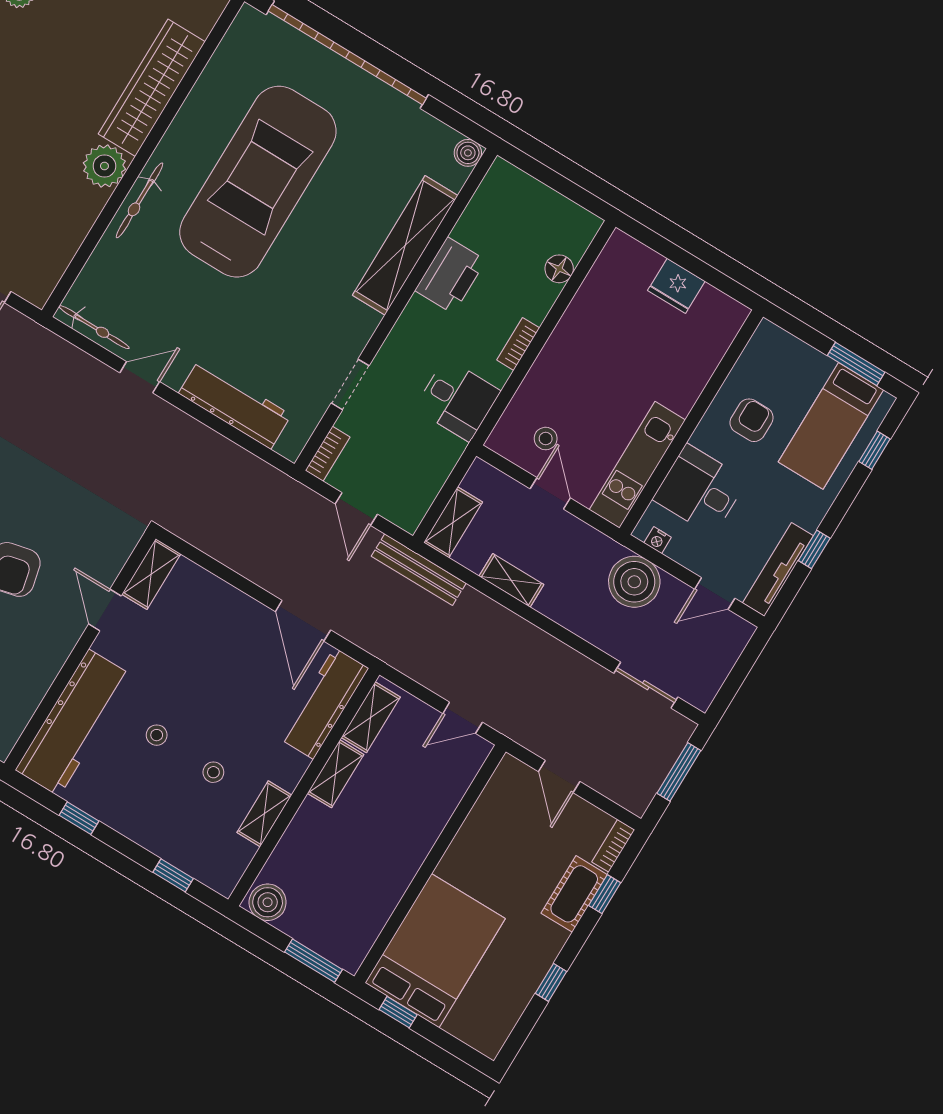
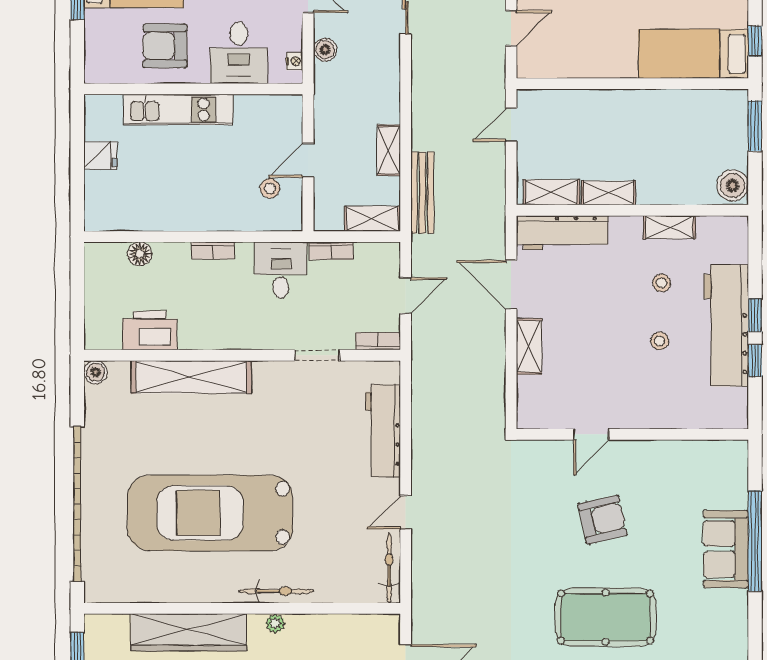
plant: (104, 166) -> (275, 623), width x0.53, depth x0.53
printer: (450, 275) -> (150, 330), moved
fridge: (676, 286) -> (100, 155), width x0.72
door: (140, 377) -> (406, 512), hinge flipped
armchair: (752, 420) -> (165, 46), width x1.38, depth x1.38
bookcase: (446, 462) -> (331, 251), added
kitchen unit: (637, 465) -> (179, 110), moved
bench: (419, 570) -> (422, 193), moved
shelving: (151, 574) -> (529, 346), moved, turned 90
boiler: (634, 582) -> (325, 50), width x0.54, depth x0.54
door: (303, 621) -> (511, 285), swing flipped
door: (463, 718) -> (511, 125), swing flipped
workbench: (74, 723) -> (726, 326), moved, turned -90
window: (173, 875) -> (755, 315), moved
bed: (435, 951) -> (693, 54), width x0.67

